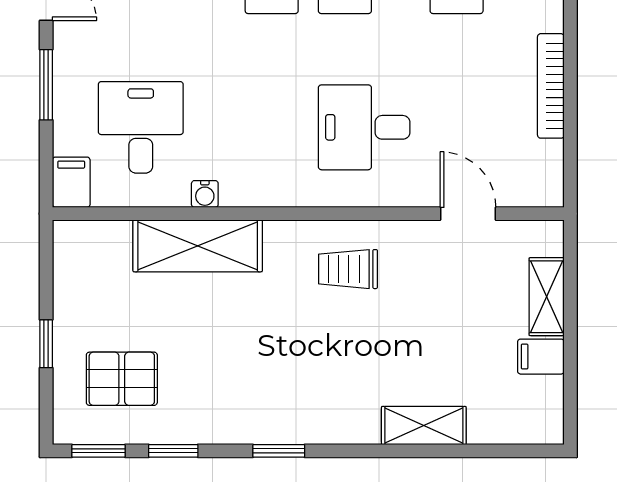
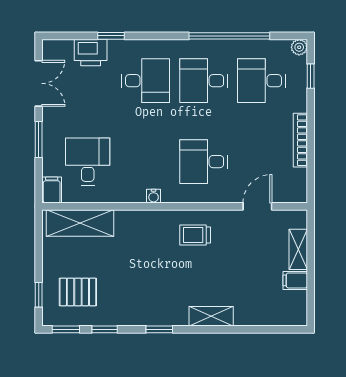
water cooler: (205, 194) -> (154, 196), moved
door: (468, 214) -> (257, 206), hinge flipped
shelving: (198, 246) -> (80, 223), moved
window: (46, 344) -> (39, 295), moved
shelving: (424, 426) -> (211, 316), moved

